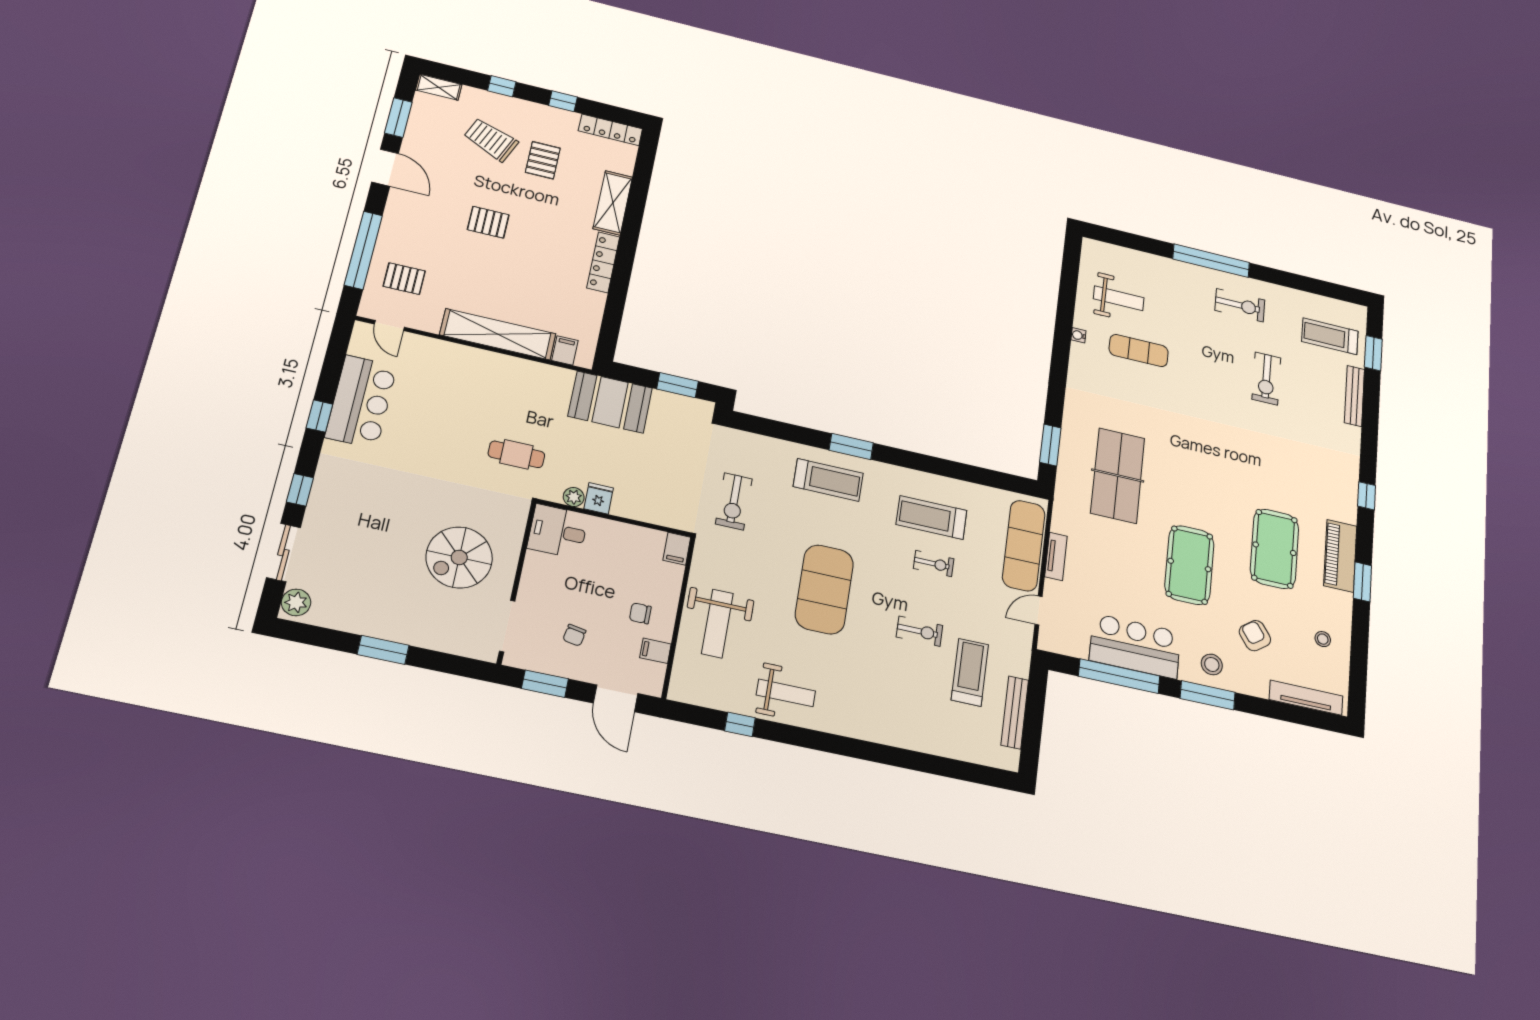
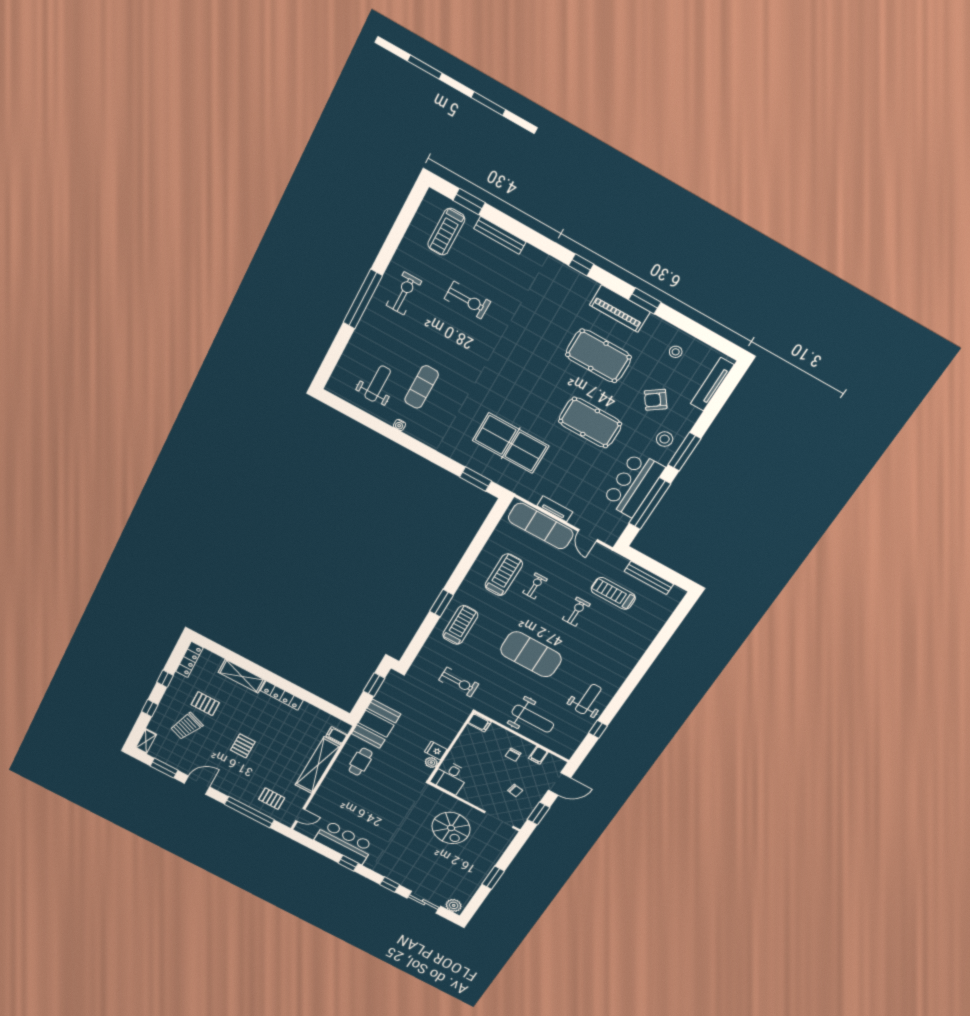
pallet: (404, 279) -> (272, 799), turned 90
cafe table: (516, 454) -> (361, 762), moved
treadmill: (931, 517) -> (504, 575), turned 180

